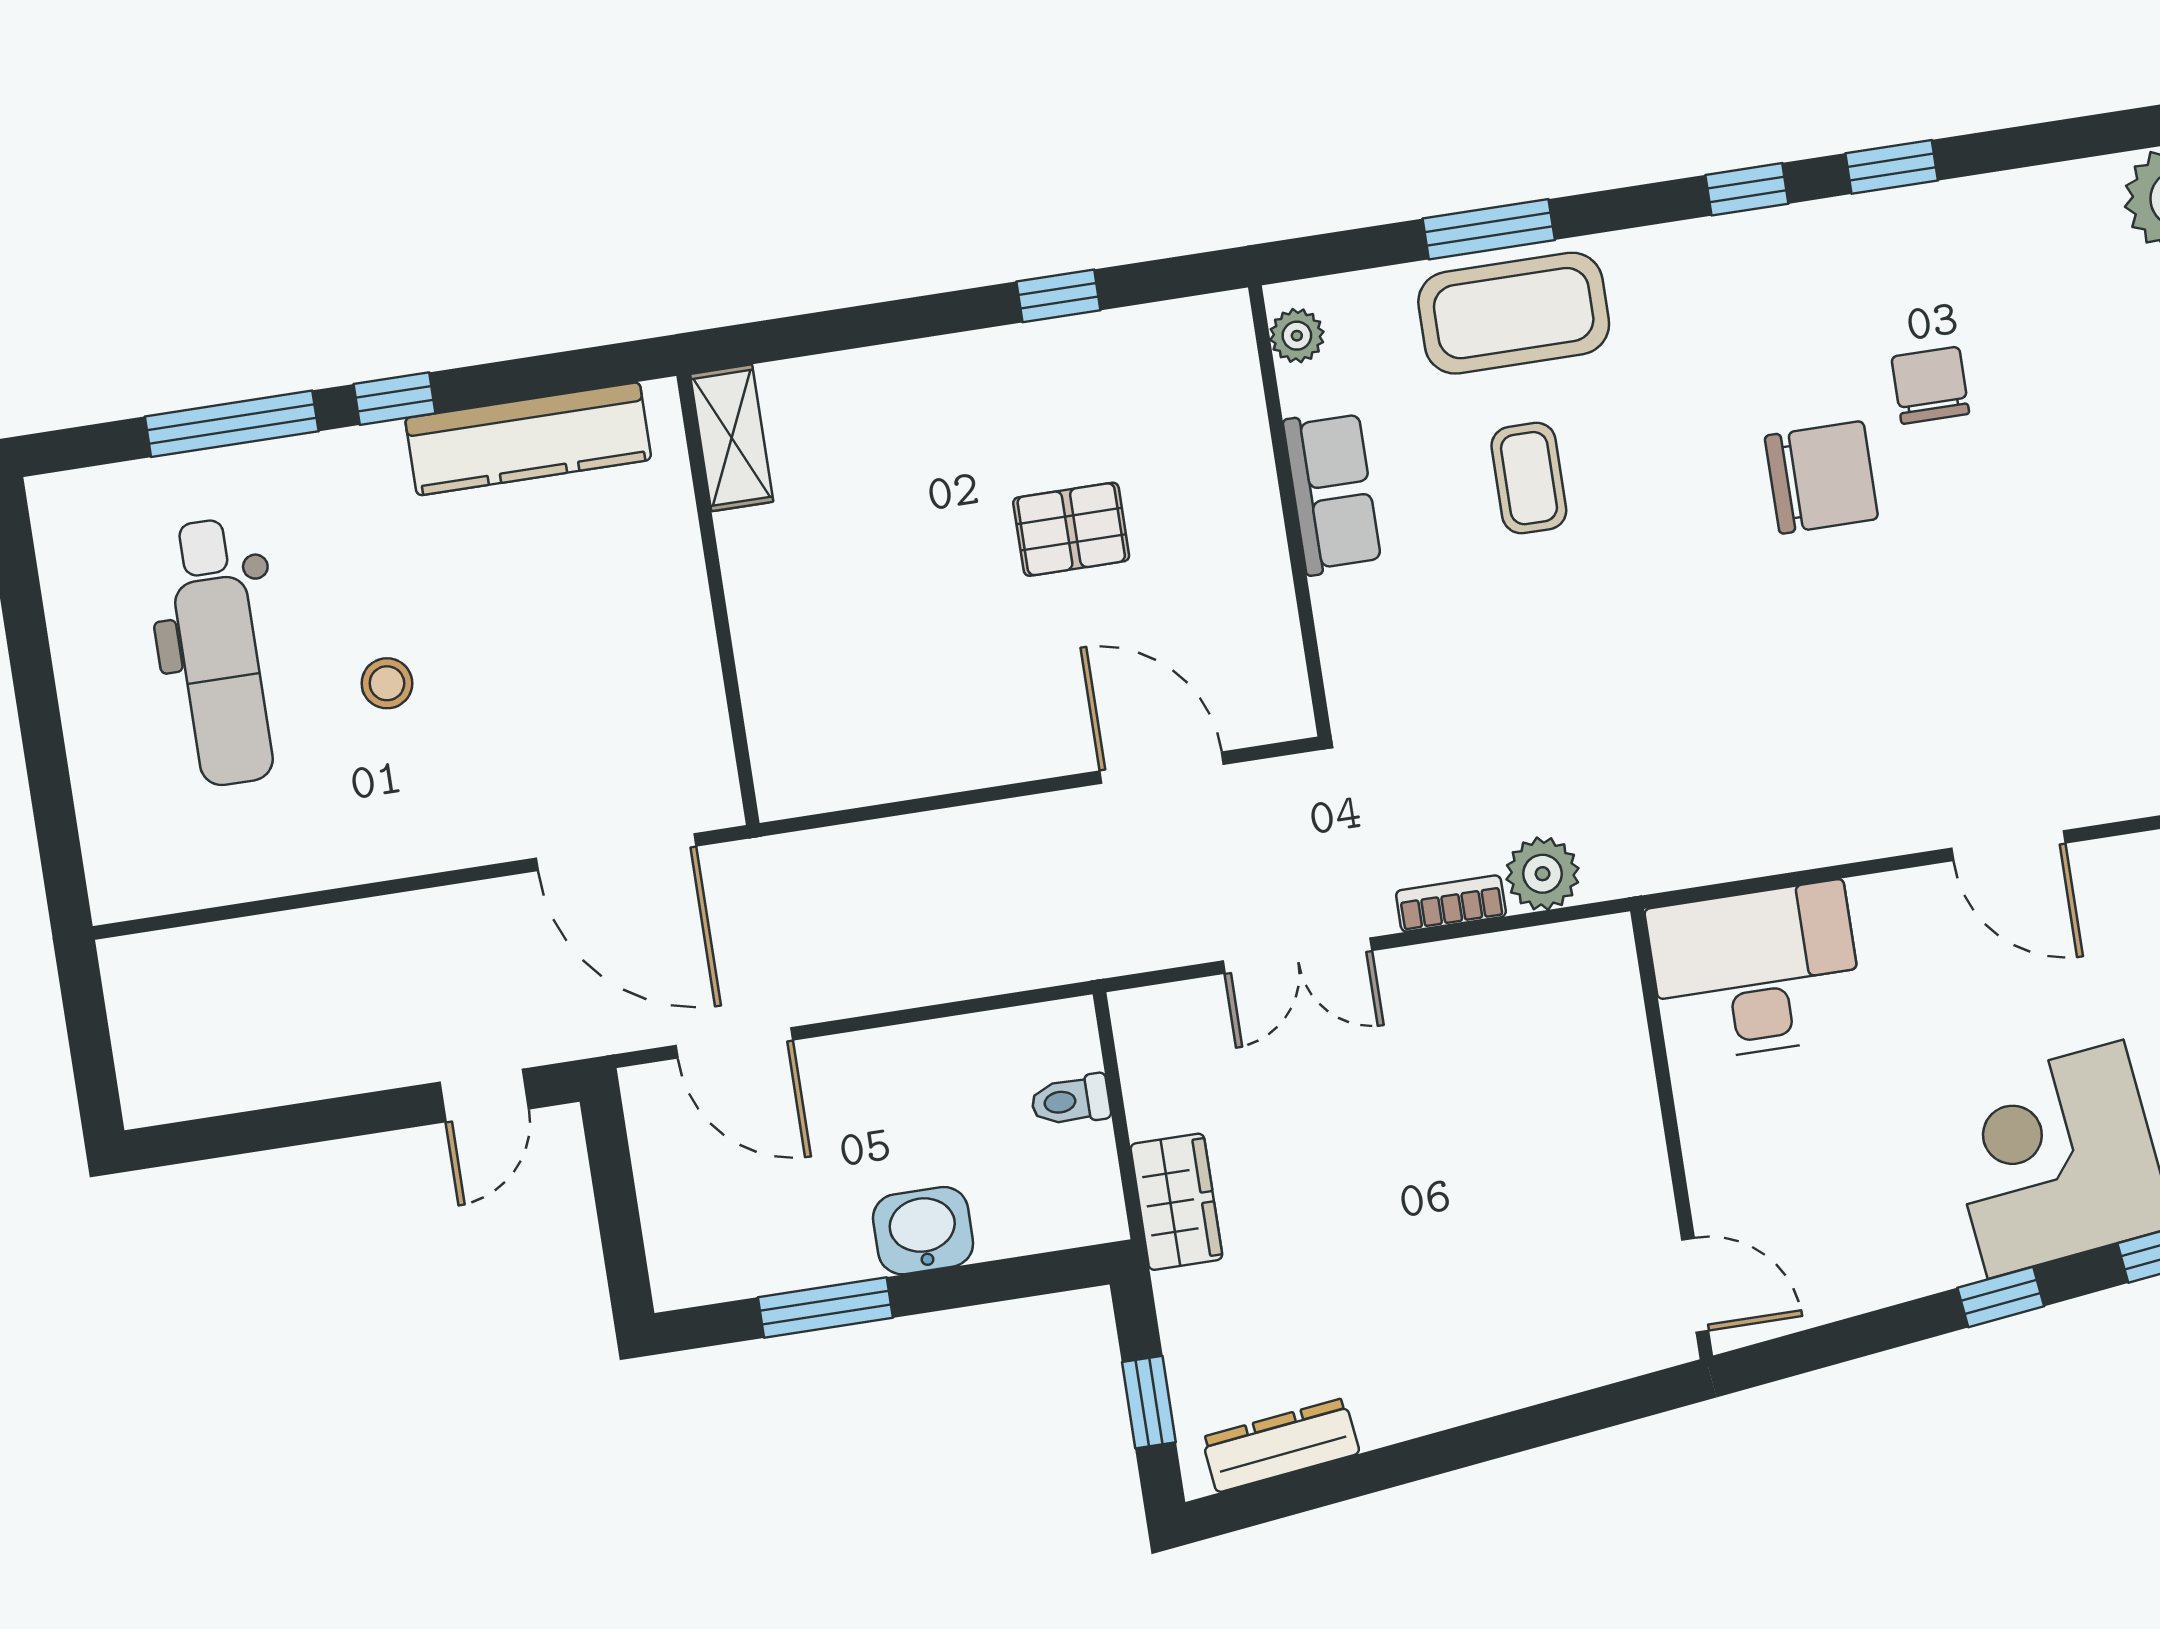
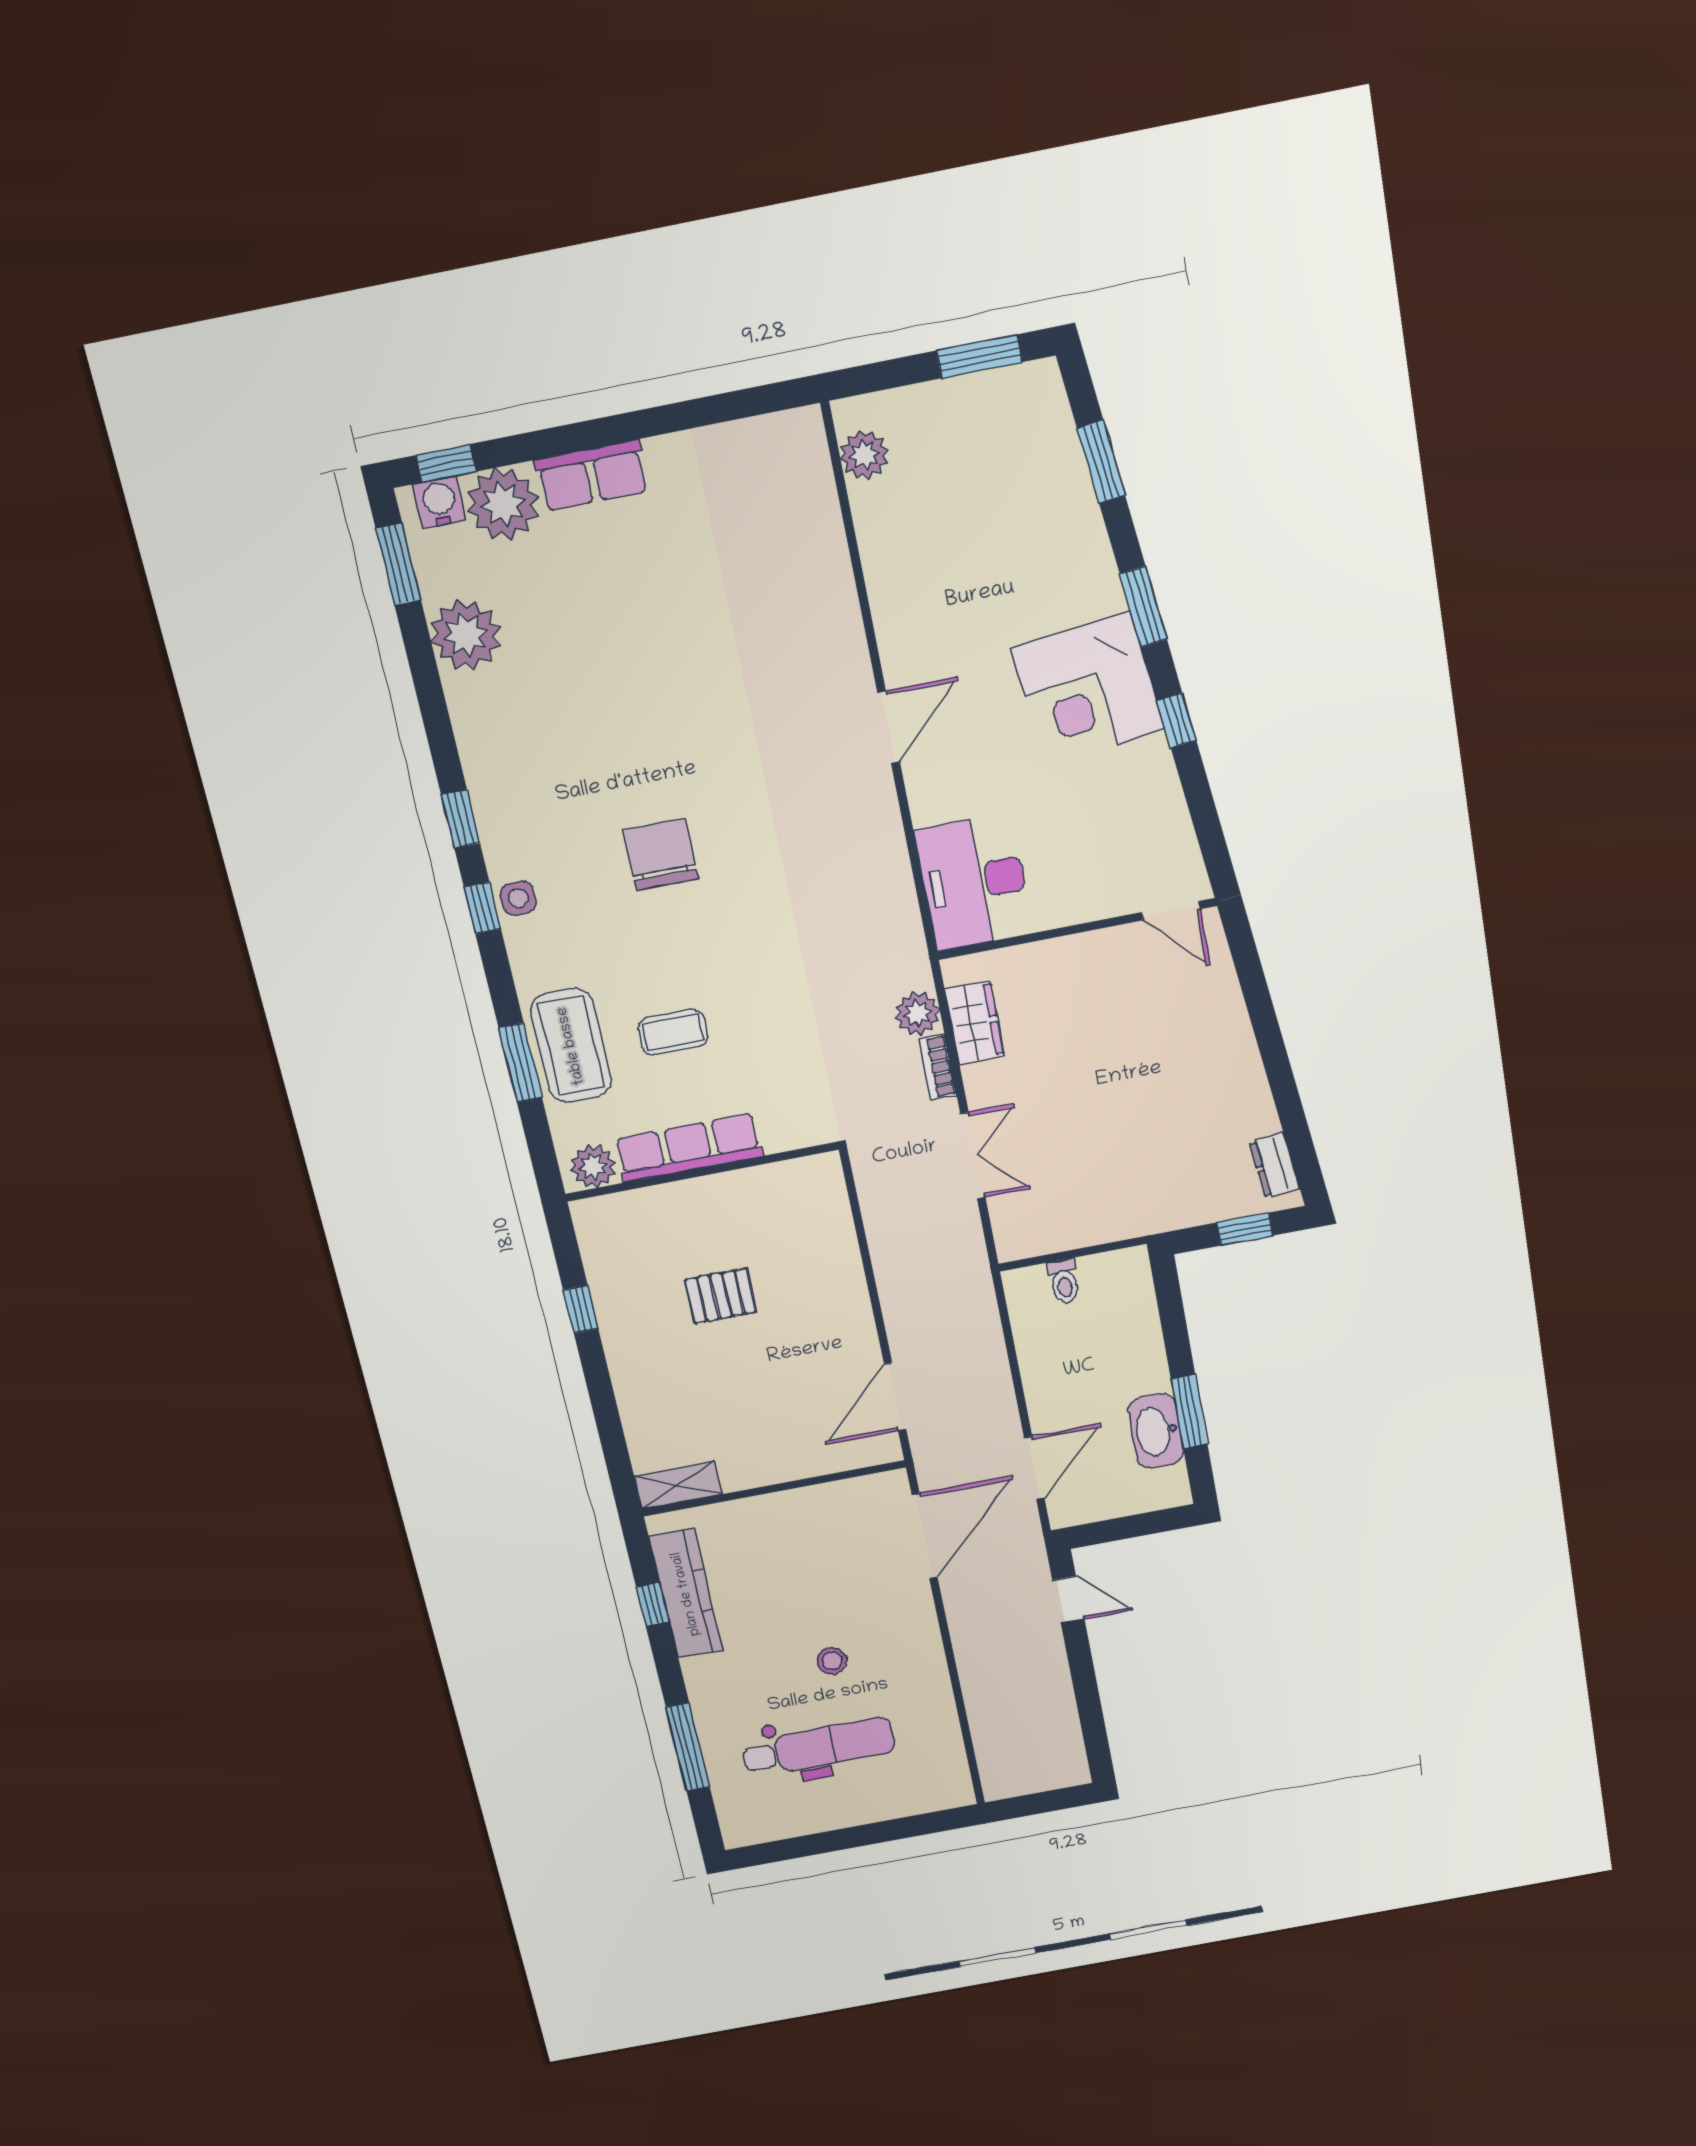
side table: (1760, 247) -> (518, 898), added
plant: (1297, 336) -> (593, 1166), width x1.38, depth x1.38
chair: (1930, 385) -> (598, 789), removed
window: (395, 399) -> (653, 1604), moved
row of seats: (1332, 492) -> (689, 1148), width x1.48
pallet: (1071, 529) -> (721, 1296), turned 90
door: (1162, 768) -> (895, 1397), moved
wardrobe: (1176, 1202) -> (974, 1023), moved, turned 90
washbasin: (923, 1231) -> (1156, 1431), moved, width x1.38
door: (1695, 1285) -> (1171, 911), swing flipped
dresser: (1281, 1445) -> (1274, 1165), width x0.70

